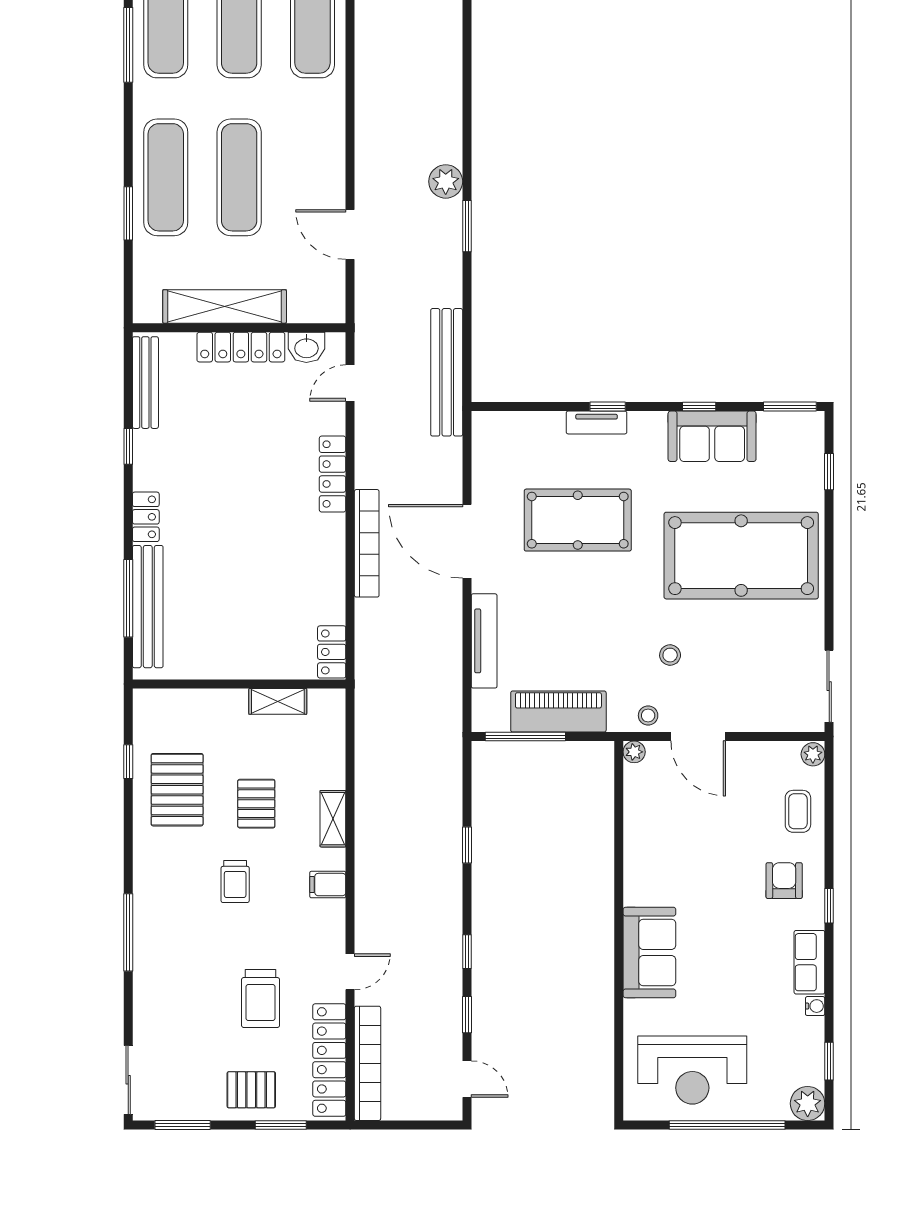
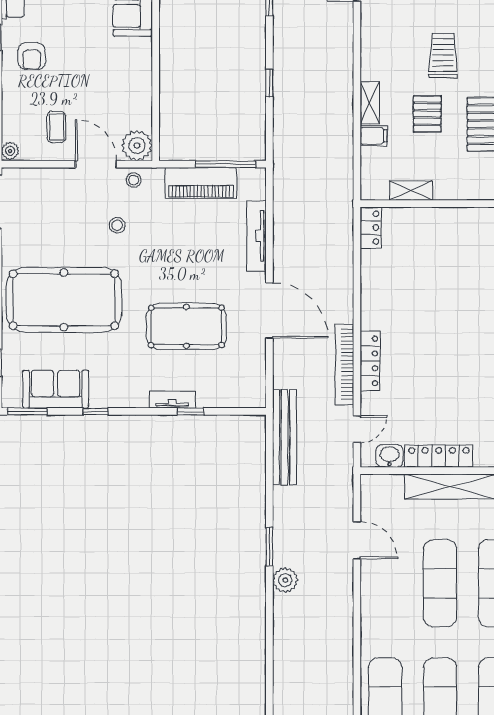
window: (608, 407) -> (191, 411), moved
sofa: (712, 436) -> (56, 389), moved
bookcase: (367, 543) -> (344, 364), moved
plant: (634, 752) -> (137, 146), width x1.88, depth x1.88
coffee table: (798, 811) -> (56, 127), moved
trolley: (235, 881) -> (443, 56), width x1.36, depth x1.39
filing cabinet: (328, 885) -> (374, 136), moved

